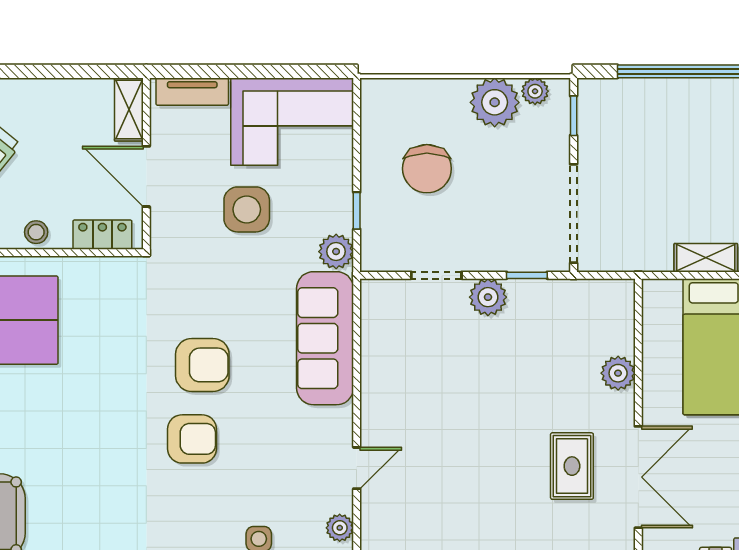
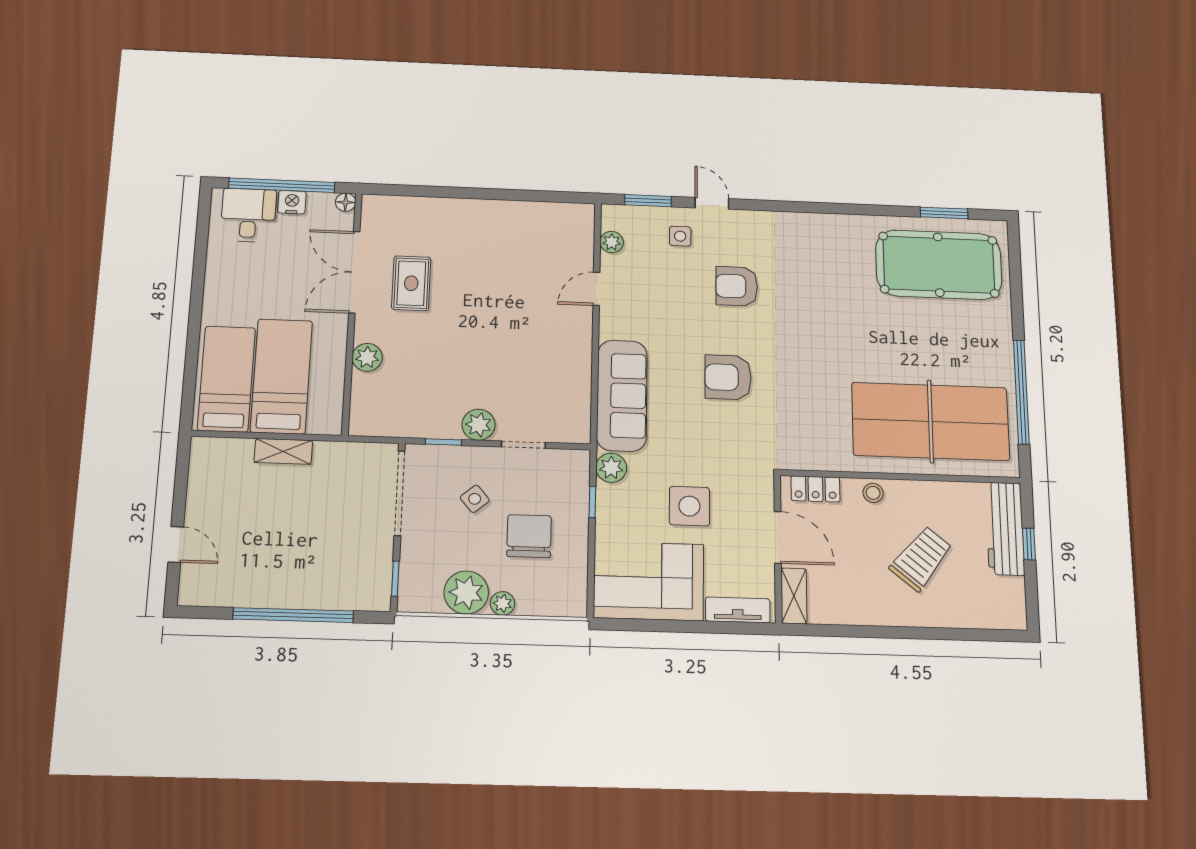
plant: (535, 91) -> (502, 603), moved
side table: (489, 210) -> (475, 499), added
armchair: (192, 439) -> (737, 286), moved

